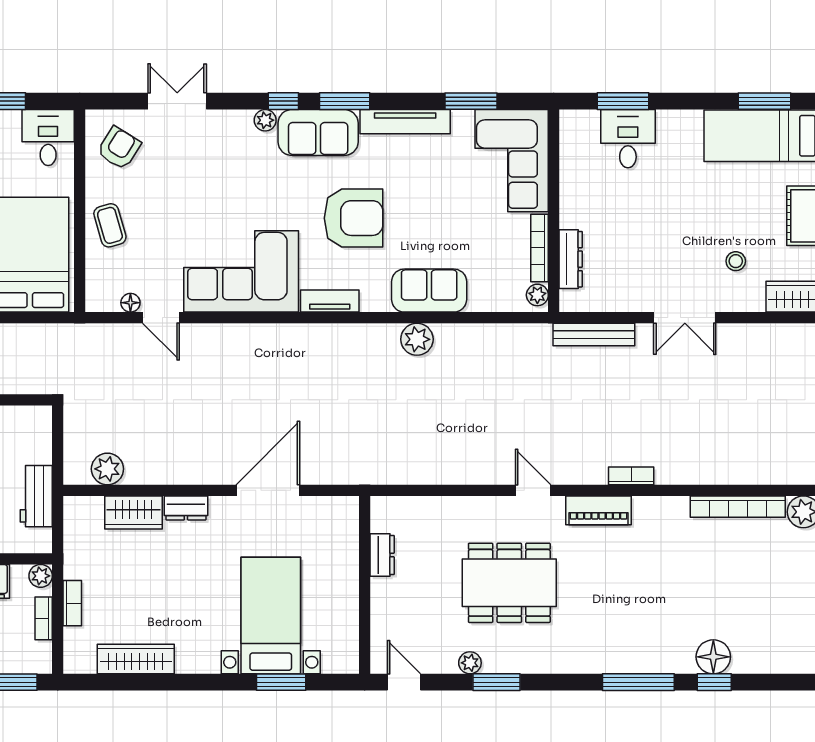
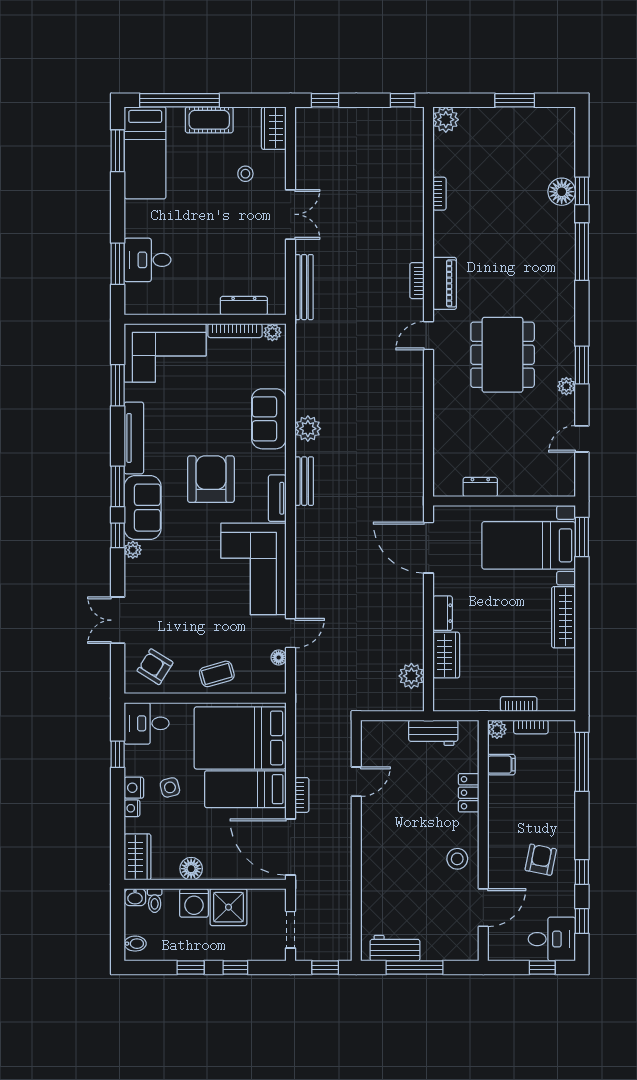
bench: (351, 335) -> (304, 481), added
bookcase: (631, 476) -> (417, 281), moved
bookcase: (738, 507) -> (440, 194), width x0.43, depth x0.76
dresser: (382, 555) -> (480, 487), moved
wall: (365, 585) -> (504, 501), moved
wardrobe: (136, 659) -> (563, 617), moved

